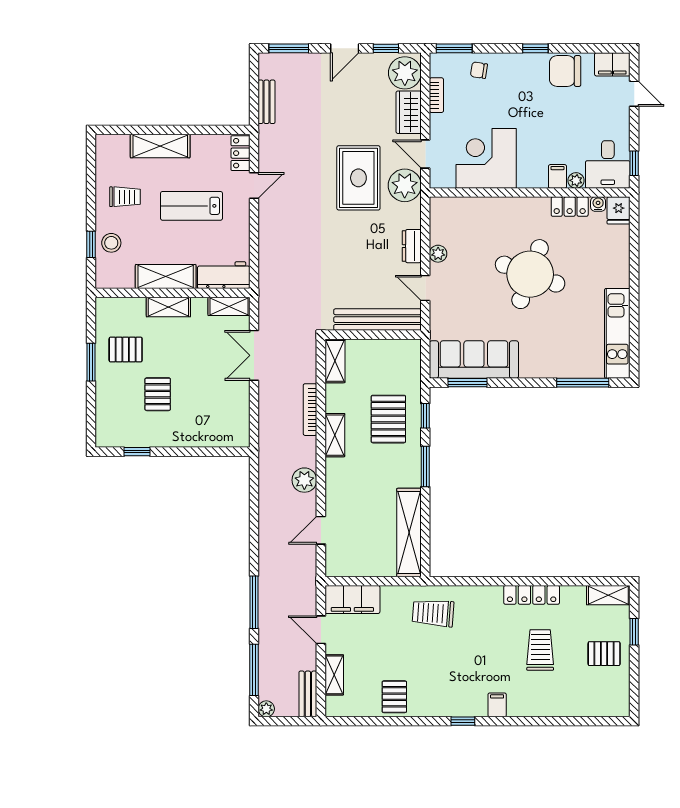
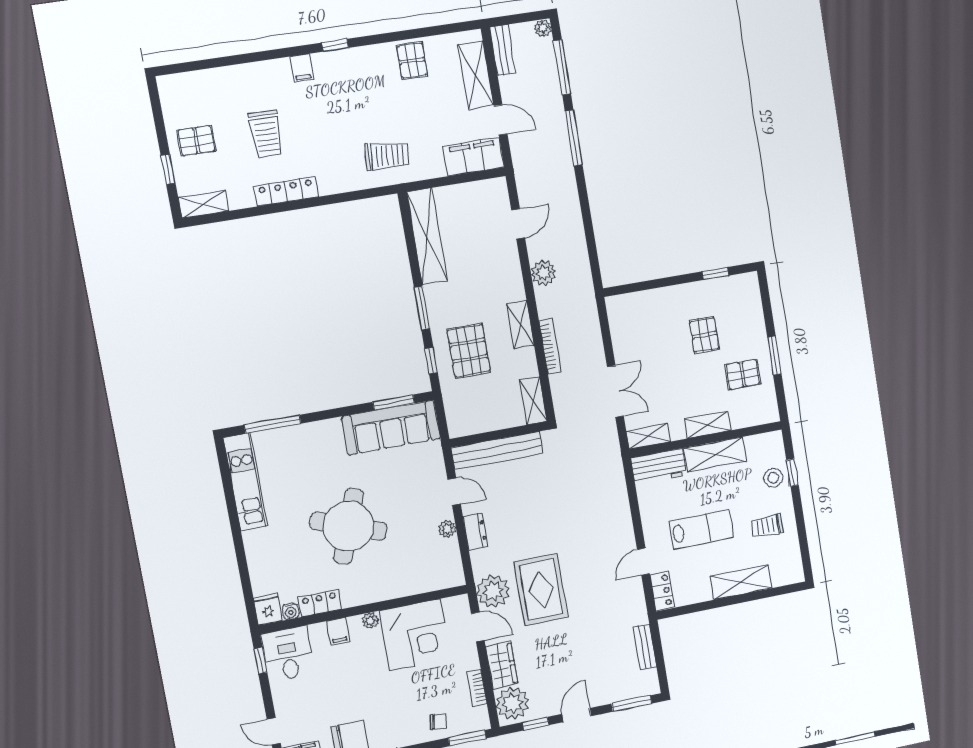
plant: (576, 180) -> (370, 621), moved
shelving: (334, 675) -> (476, 75), width x1.50, depth x1.33

